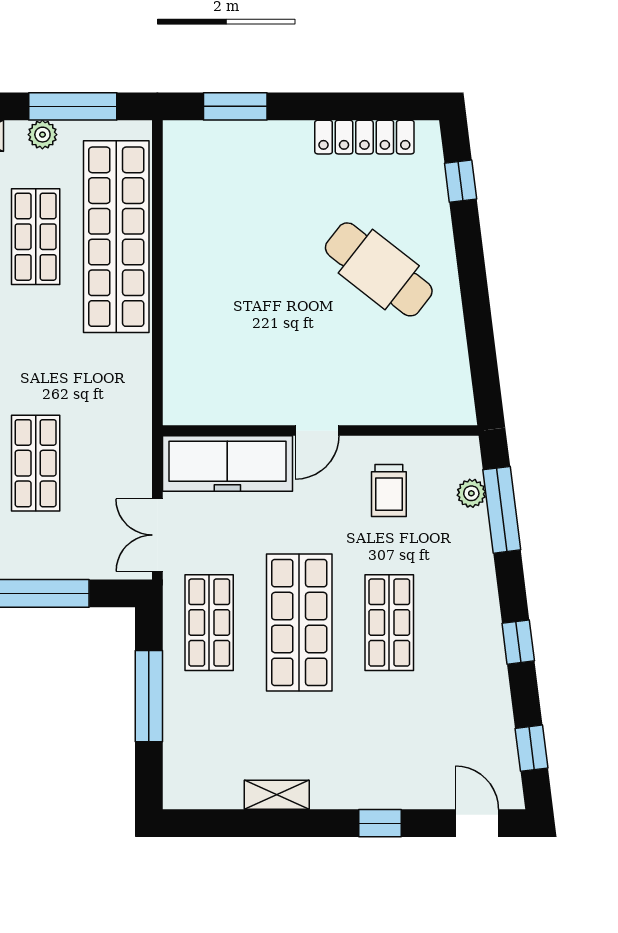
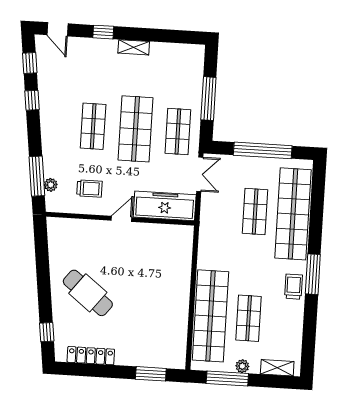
trolley: (389, 490) -> (89, 188), turned 90
window: (518, 642) -> (32, 100), moved
shelving: (277, 795) -> (134, 47), moved

